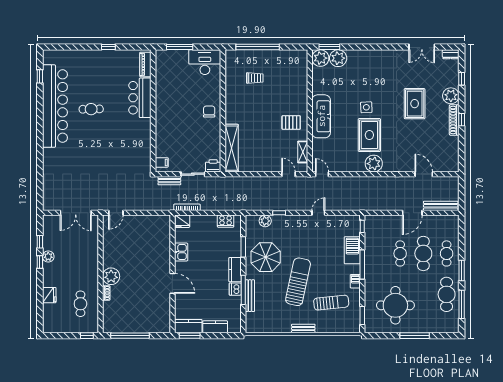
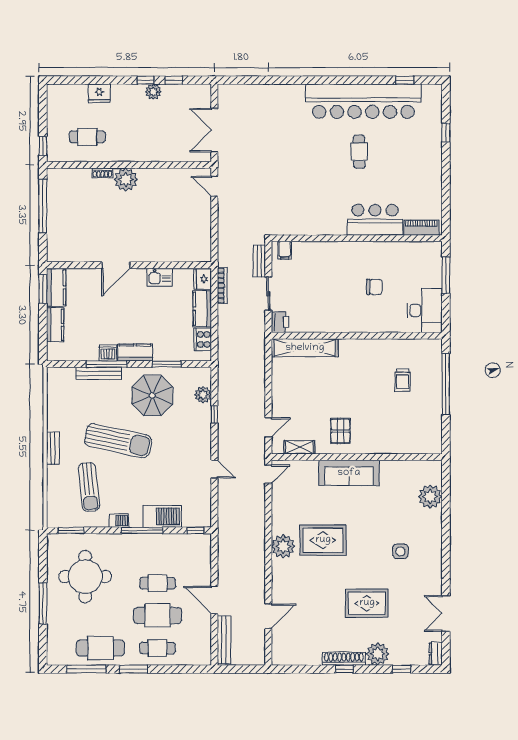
window: (108, 47) -> (446, 133), moved
window: (329, 47) -> (446, 484), removed
plant: (320, 58) -> (430, 472), removed
side table: (366, 107) -> (400, 551), moved
chair: (209, 112) -> (374, 287), moved
kitchen counter: (204, 221) -> (202, 309), added

